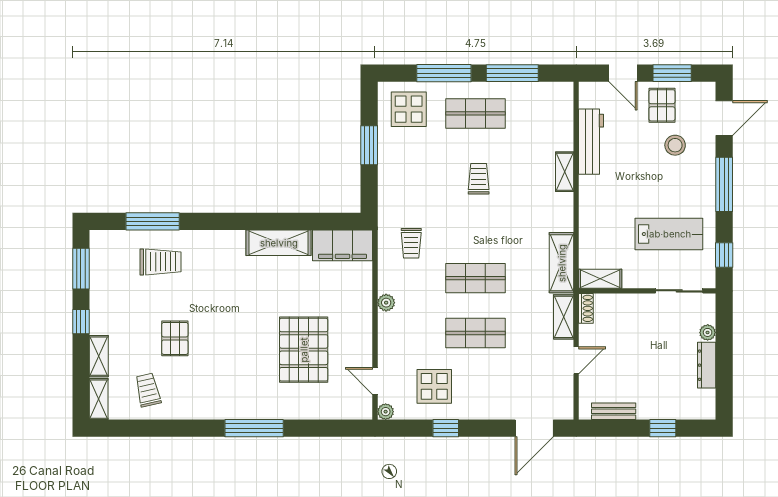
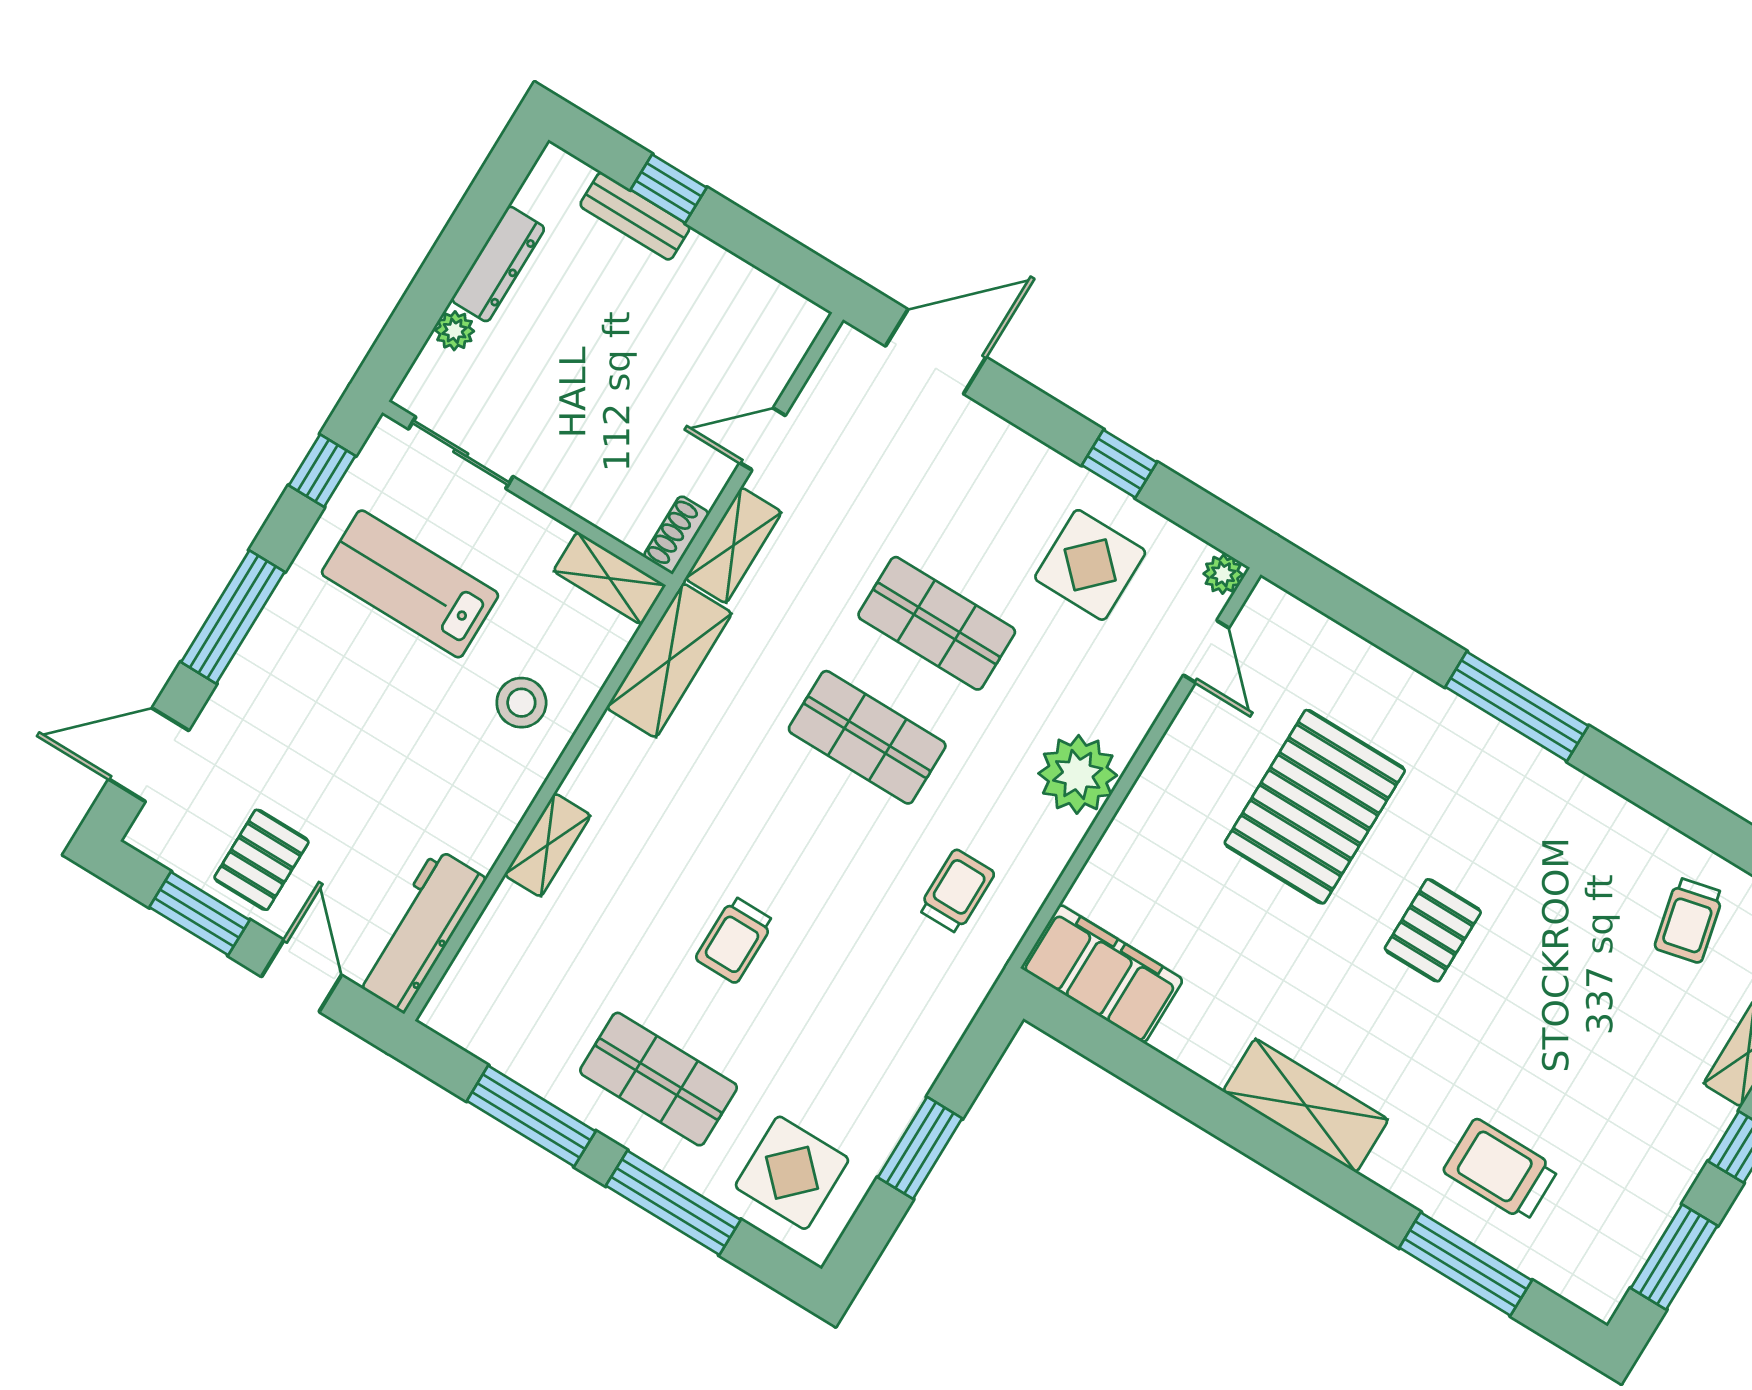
workbench: (591, 142) -> (420, 931), moved
stool: (675, 145) -> (521, 703), moved
shelving: (279, 243) -> (1306, 1105), moved
plant: (386, 303) -> (1078, 774), width x1.88, depth x1.88
pallet: (175, 338) -> (1433, 930), moved
bench: (614, 411) -> (635, 216), moved

